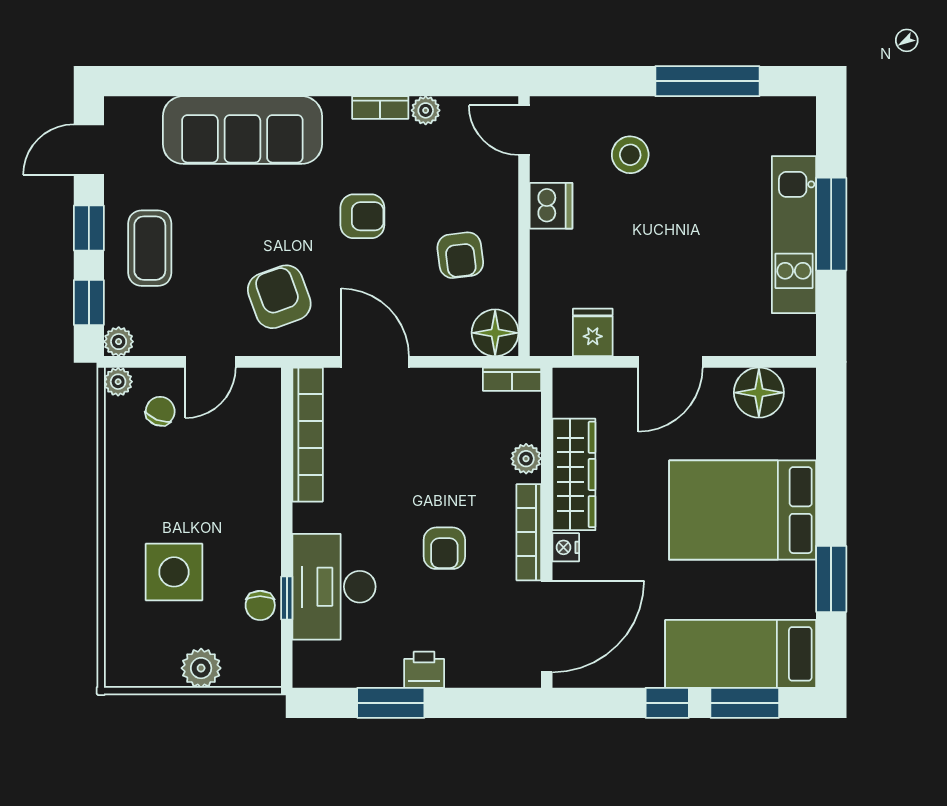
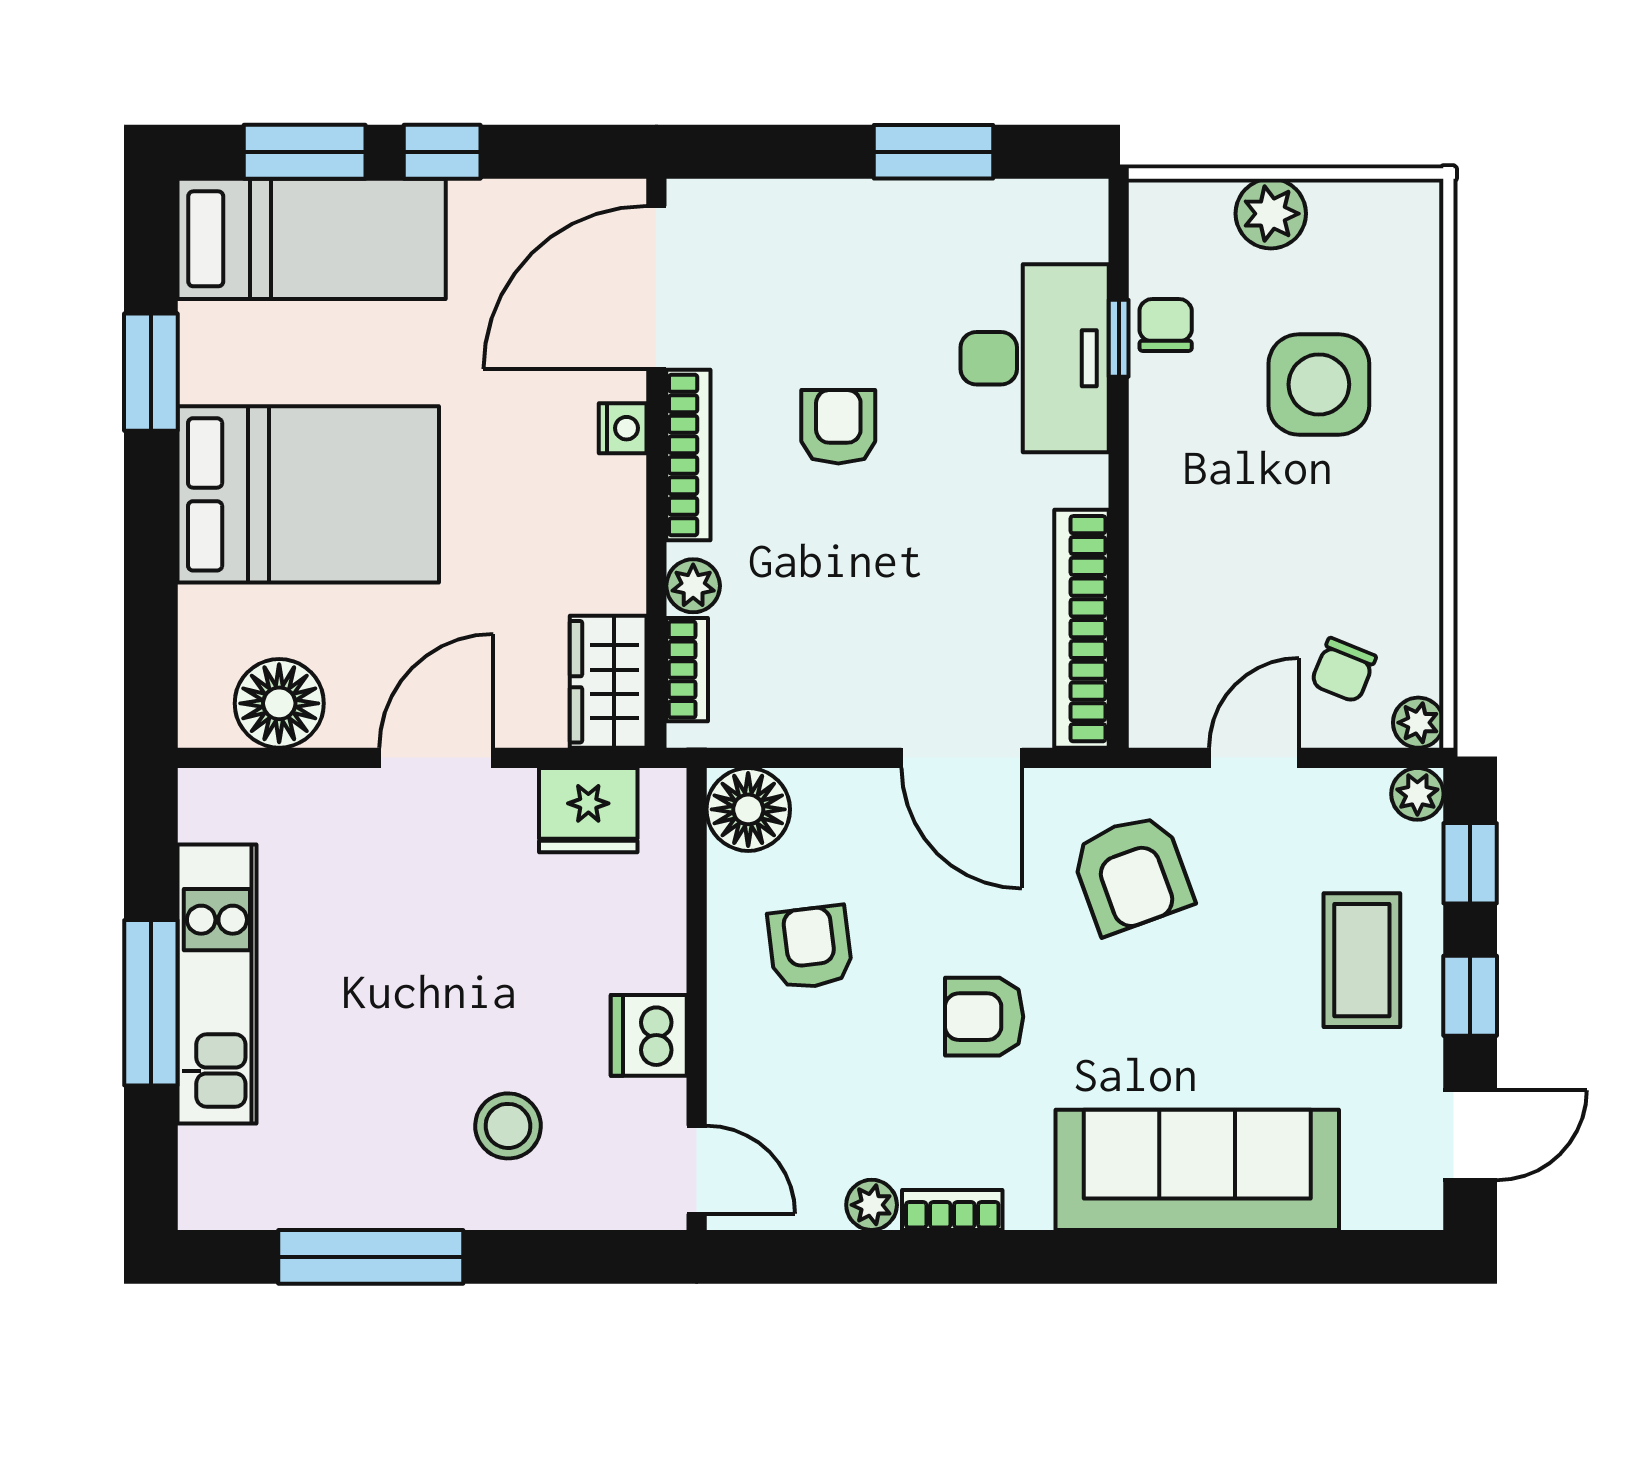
fridge: (593, 332) -> (588, 810), width x1.38
bookcase: (512, 379) -> (687, 670), moved, turned 90
wardrobe: (574, 474) -> (608, 682), moved, width x0.67
printer: (424, 670) -> (874, 211), removed

